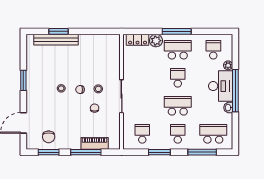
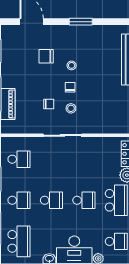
school desk: (178, 106) -> (51, 200), width x0.54
chair: (49, 137) -> (46, 56), moved

